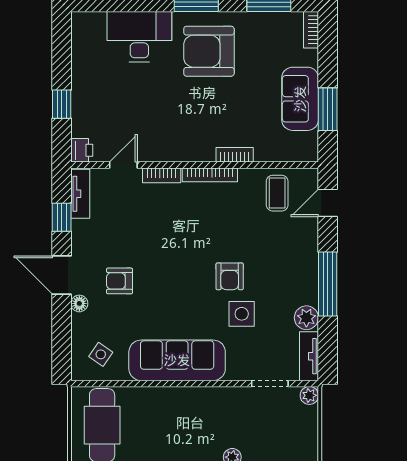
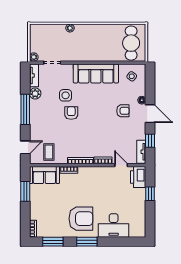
sofa: (300, 99) -> (44, 175), moved, turned 90
printer: (82, 150) -> (138, 177), width x1.87, depth x1.48
door: (123, 165) -> (121, 165), swing flipped

